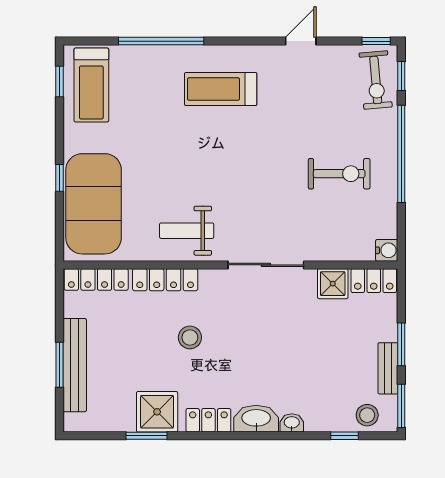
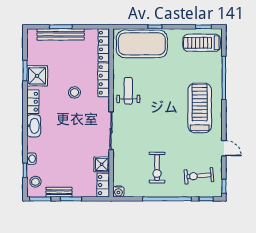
exercise bike: (376, 80) -> (199, 176), moved
treadmill: (221, 89) -> (200, 108), width x1.37, depth x1.38
washbasin: (292, 423) -> (31, 159), moved

